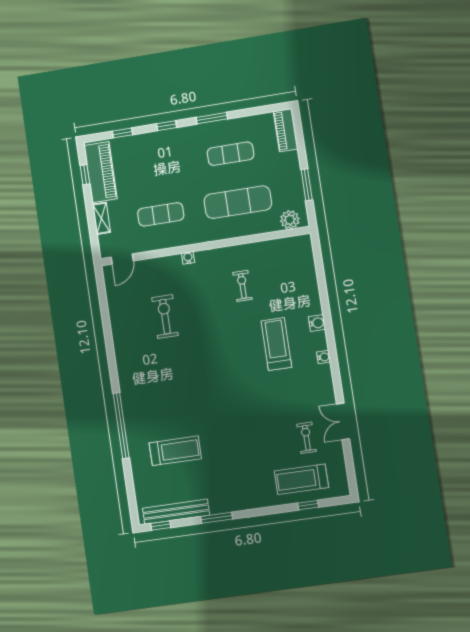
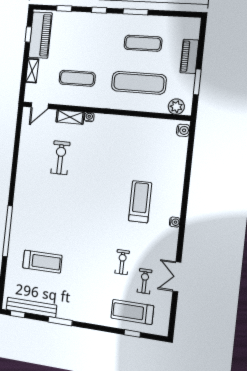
piano: (286, 130) -> (189, 56), moved
shelving: (164, 264) -> (70, 117), added
exercise bike: (242, 286) -> (122, 262), moved
water cooler: (317, 323) -> (183, 130), moved

